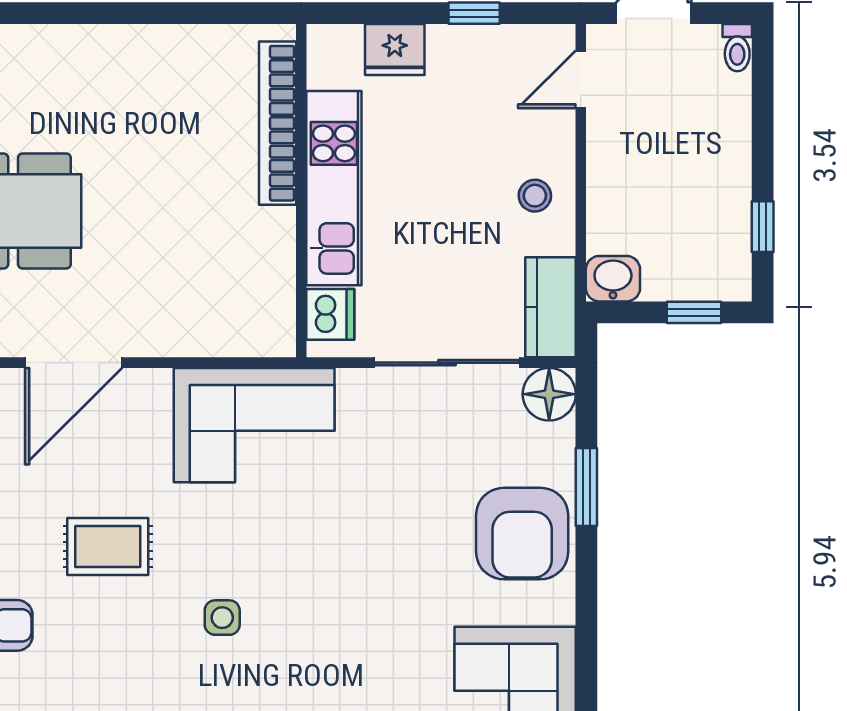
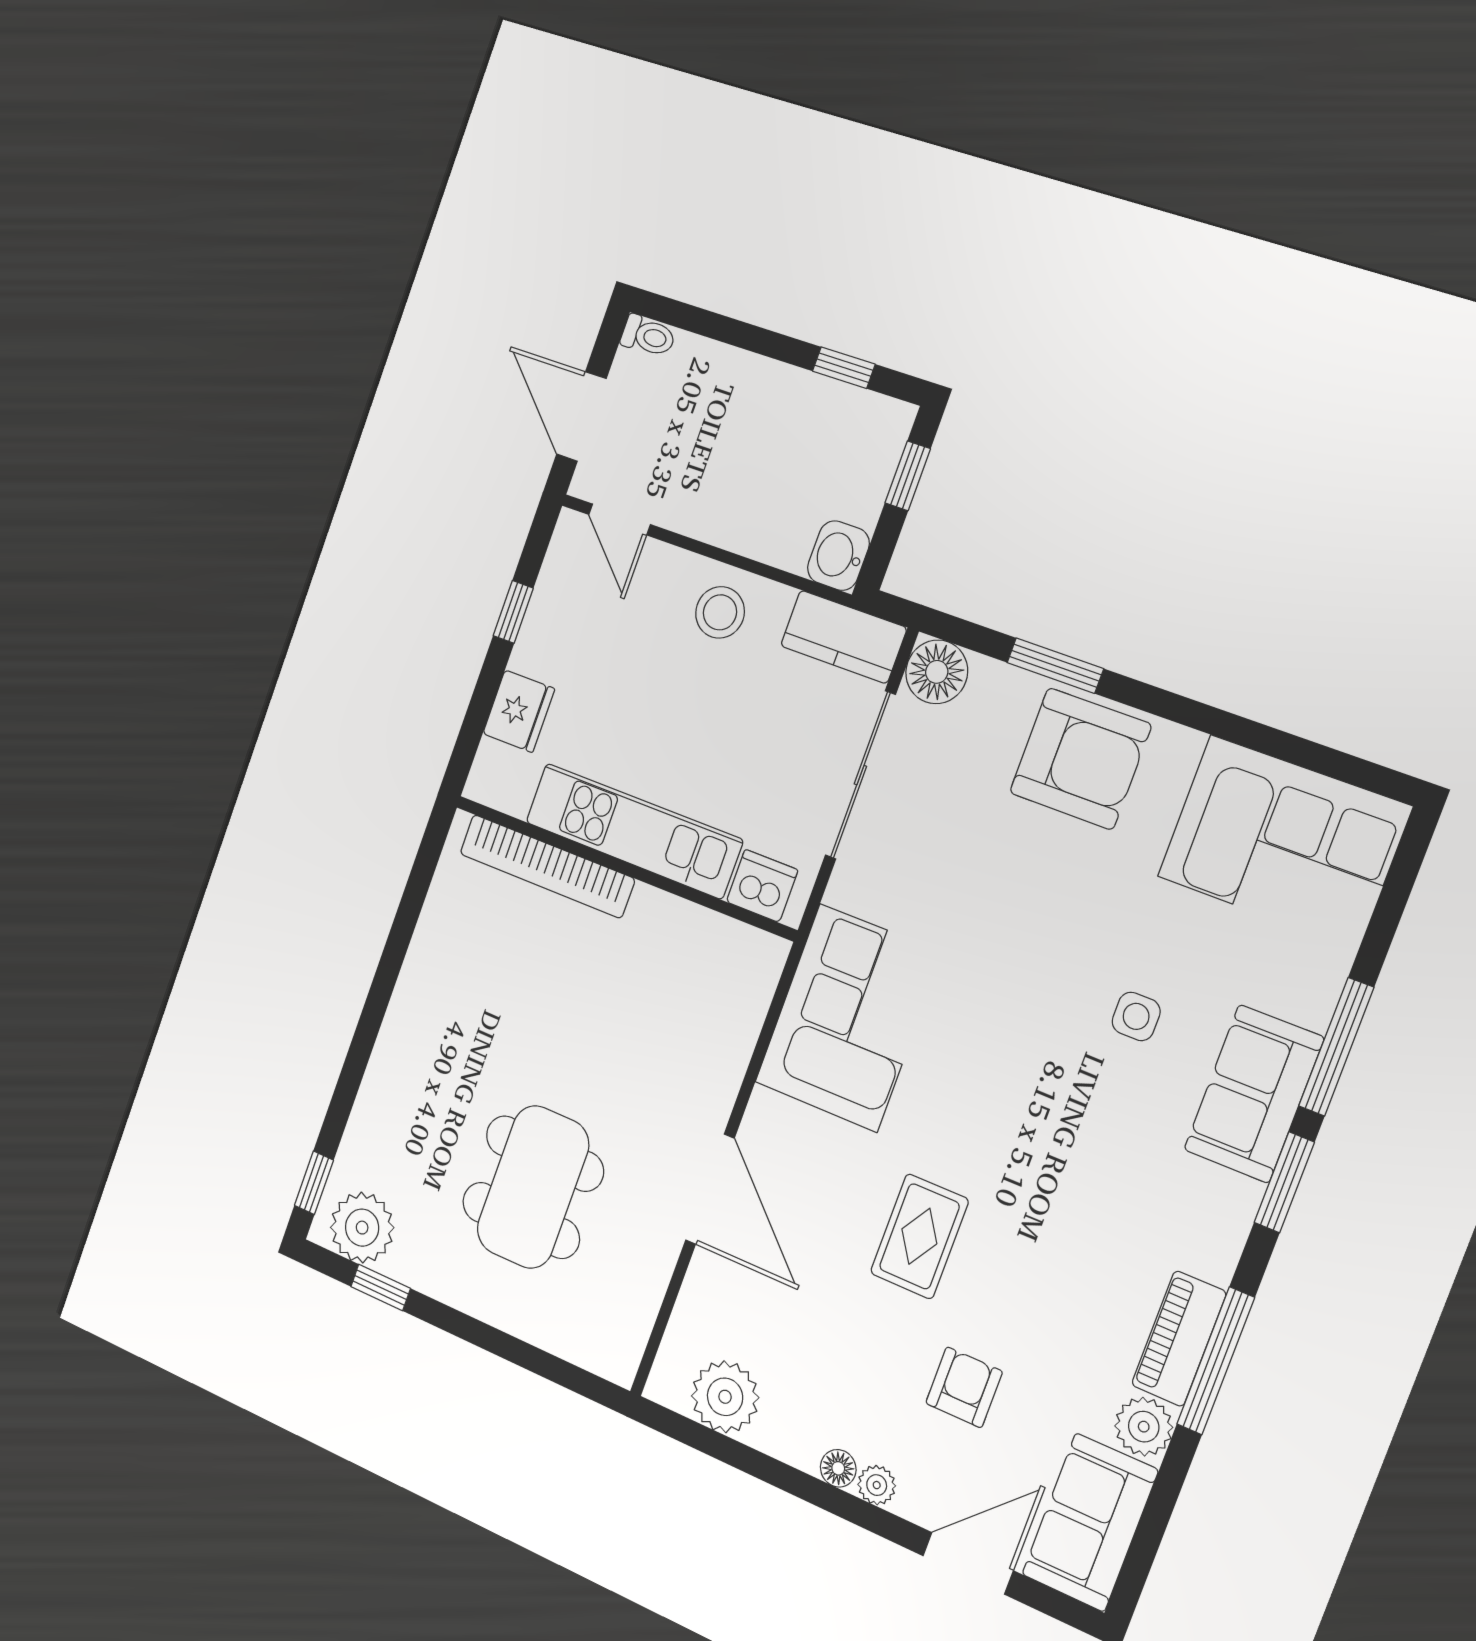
stool: (535, 196) -> (720, 612), width x1.37, depth x1.37
side table: (222, 618) -> (1136, 1016), moved

